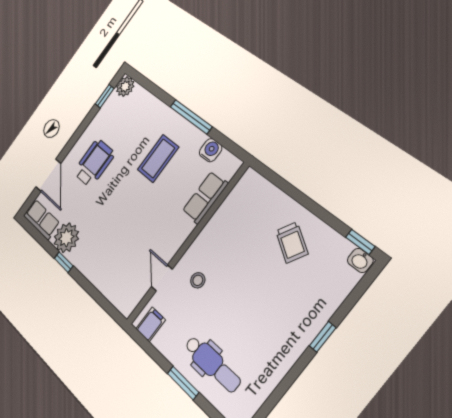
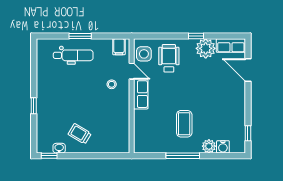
plant: (125, 87) -> (209, 146), moved
water cooler: (211, 150) -> (223, 147), moved
wheelchair: (94, 163) -> (169, 58), moved, turned 180
row of seats: (205, 197) -> (141, 94), moved
washbasin: (360, 260) -> (59, 148), moved
side table: (131, 289) -> (144, 54), added
dental chair: (212, 364) -> (73, 55), turned 180

